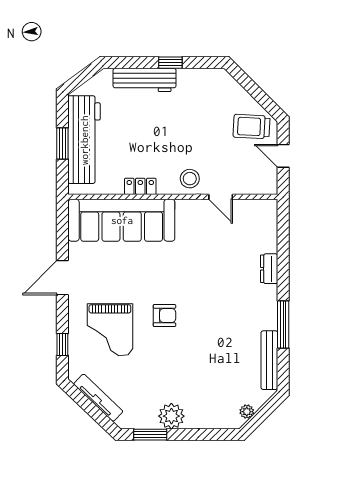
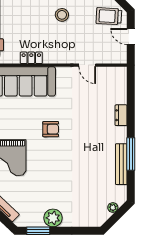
stool: (190, 179) -> (62, 15), moved
armchair: (164, 316) -> (51, 129), moved
bench: (269, 360) -> (121, 164), moved
plant: (247, 412) -> (113, 207), moved

